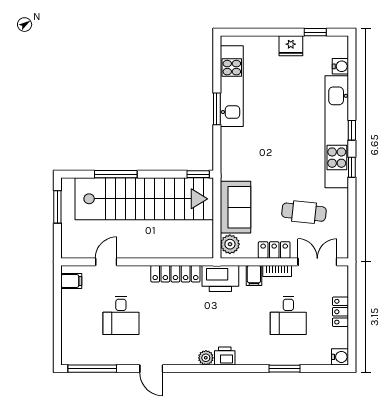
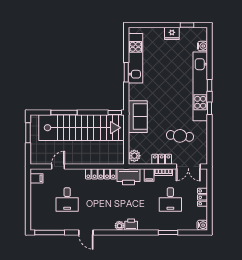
sofa: (235, 207) -> (138, 117), moved
double door: (317, 262) -> (188, 167), swing flipped

